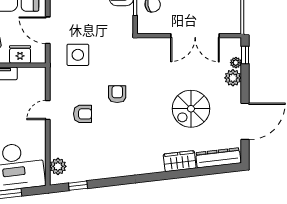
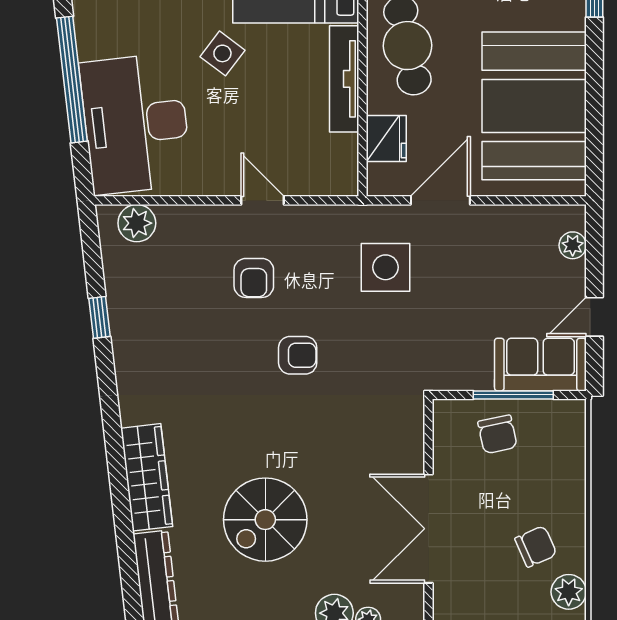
spiral stairs: (191, 109) -> (265, 520), turned -90
wardrobe: (180, 161) -> (147, 477), width x1.50
window: (78, 186) -> (99, 317), moved

